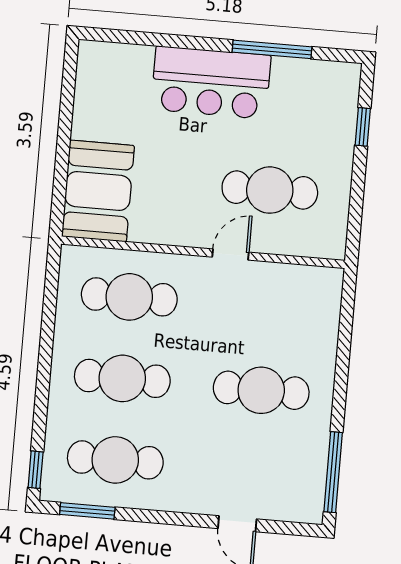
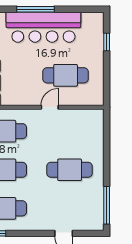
window: (272, 49) -> (35, 9), moved
bar counter: (211, 82) -> (43, 27), width x1.36

